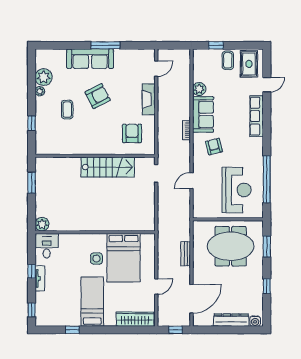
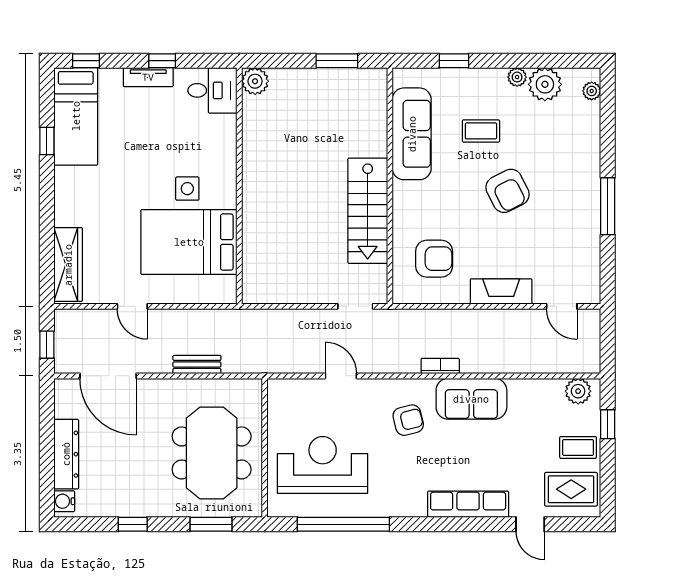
plant: (47, 53) -> (592, 91), added
sofa: (90, 59) -> (412, 134), moved, turned 180
plant: (199, 89) -> (578, 391), moved
reception desk: (237, 190) -> (323, 465), turned 180
bed: (92, 302) -> (76, 116), moved, turned 90

